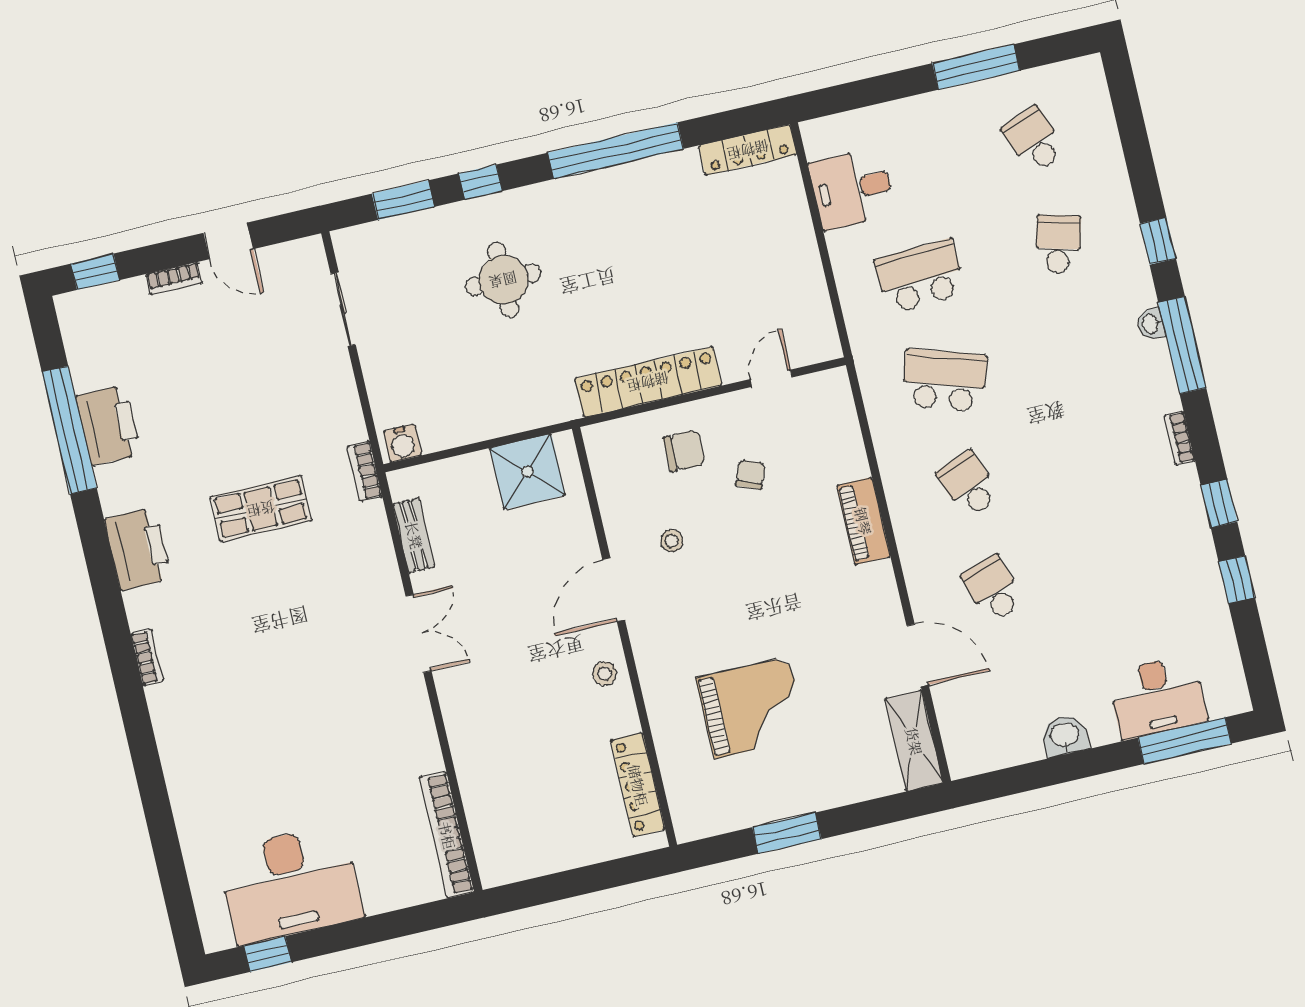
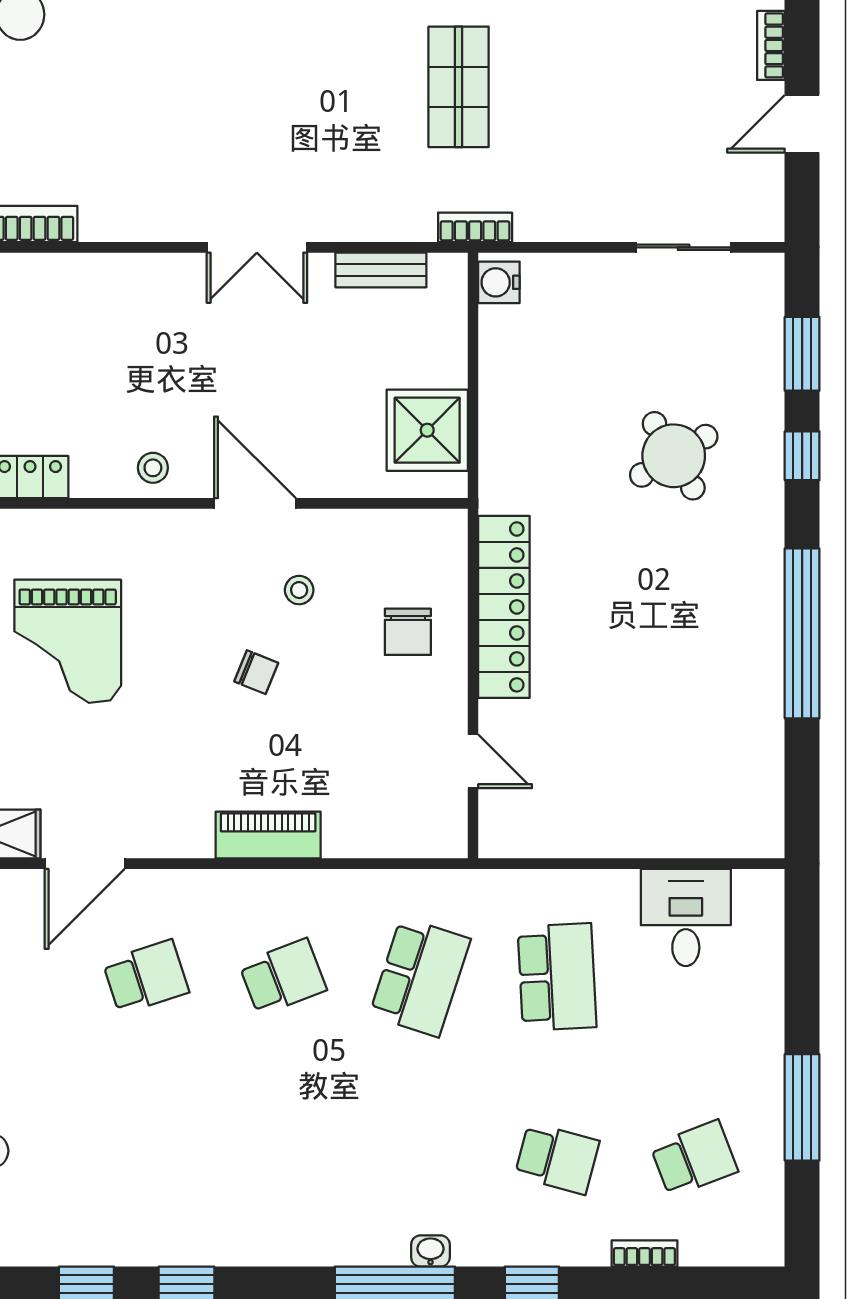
locker: (748, 150) -> (765, 798), removed
round table: (503, 280) -> (674, 456), turned -31
bookcase: (1179, 438) -> (644, 1253), moved
chair: (750, 475) -> (256, 672), moved

